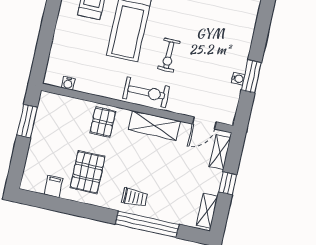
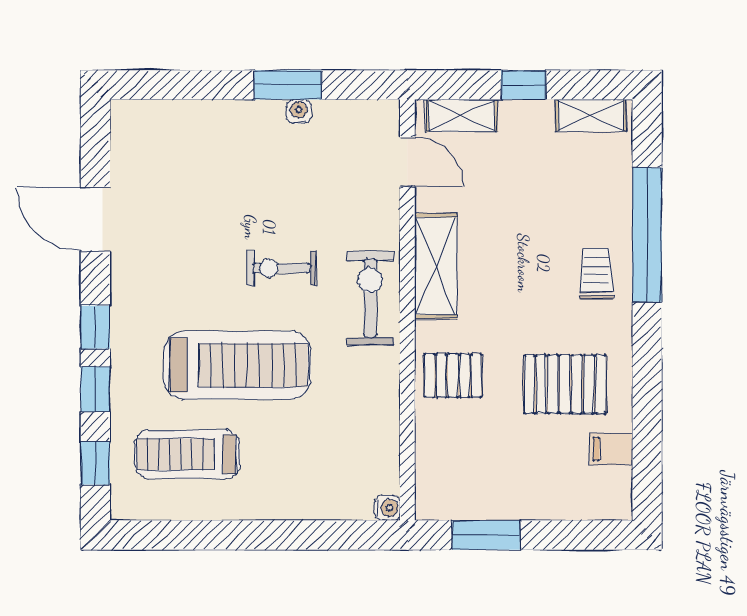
exercise bike: (169, 55) -> (282, 268), turned 180
water cooler: (68, 83) -> (388, 508), moved

